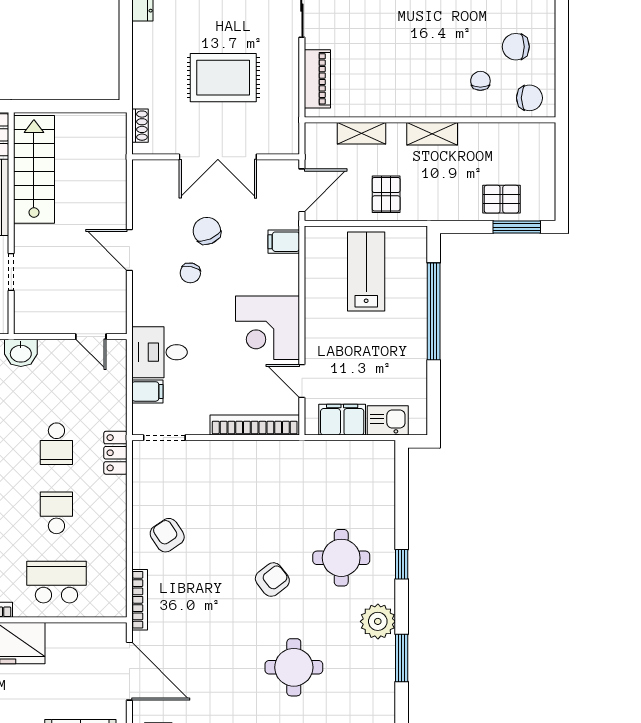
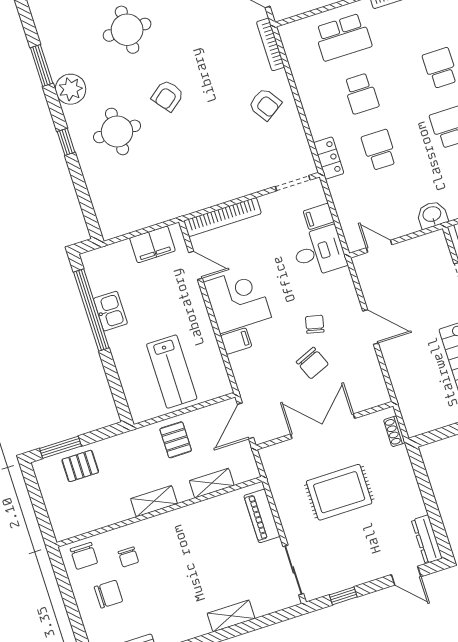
chair: (529, 98) -> (84, 556), turned -90
filing cabinet: (284, 242) -> (236, 341), moved
window: (434, 311) -> (91, 310), moved
kitchen sink: (388, 420) -> (110, 311), moved, turned -90

